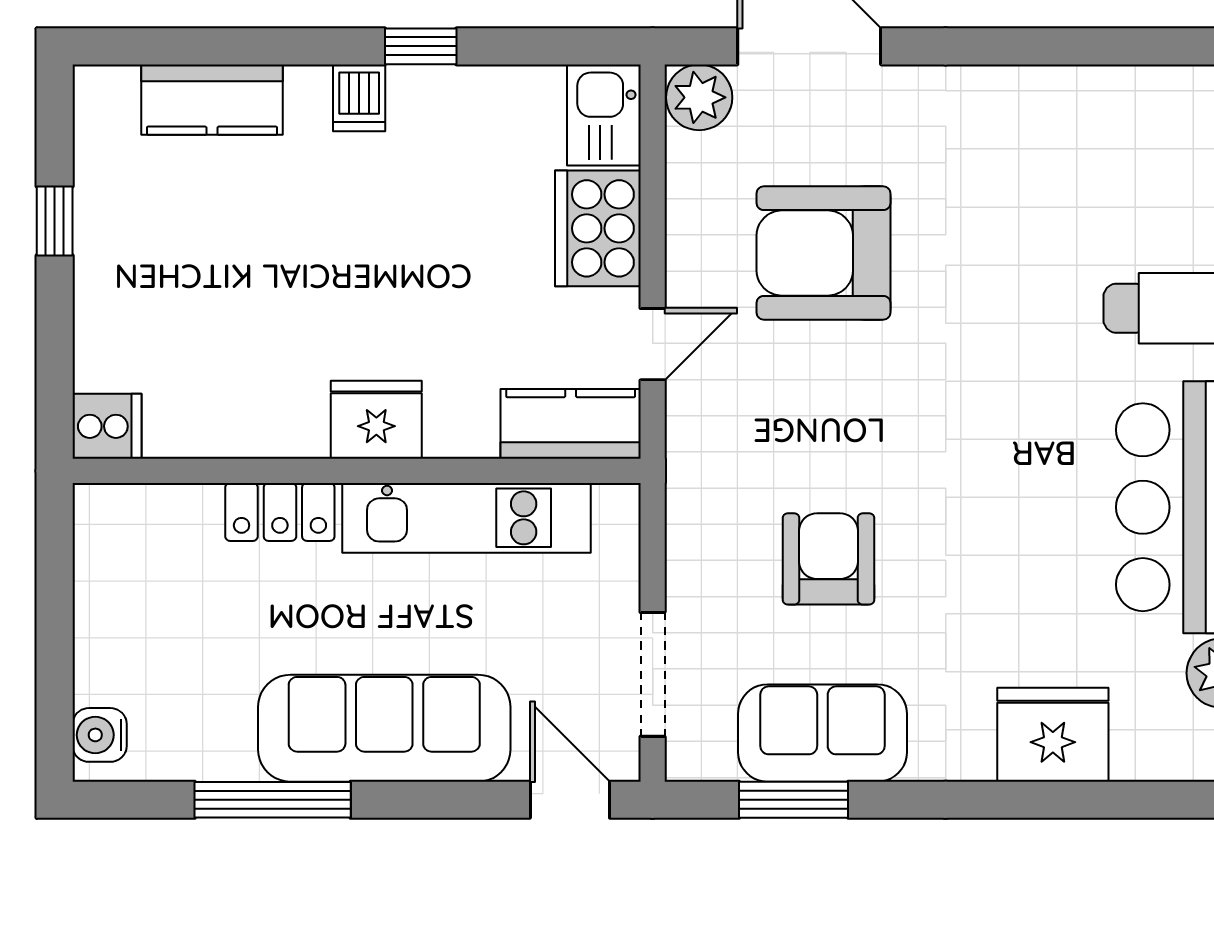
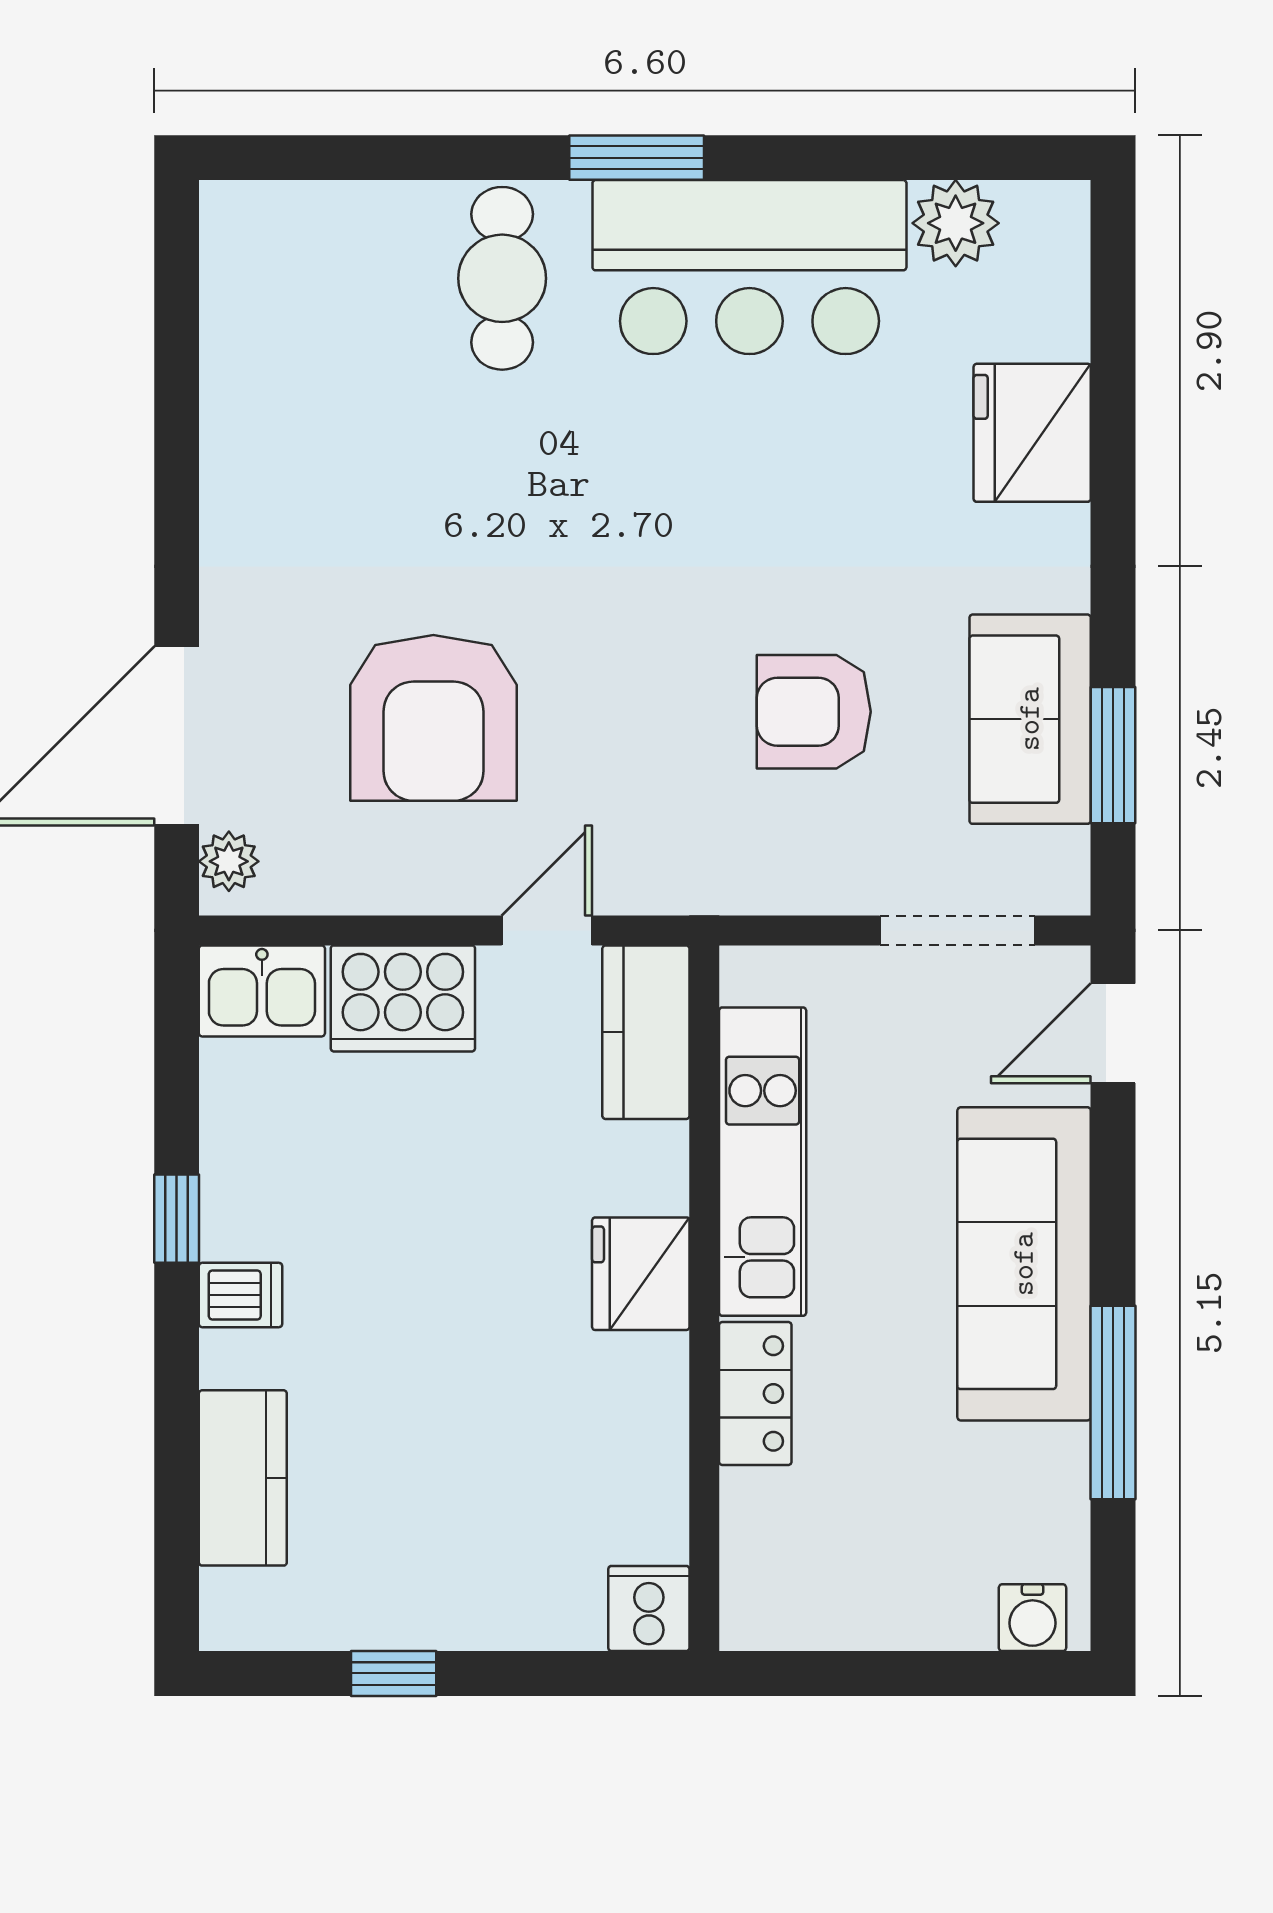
plant: (699, 97) -> (229, 861), width x0.73, depth x0.73
door: (653, 344) -> (547, 930), hinge flipped

